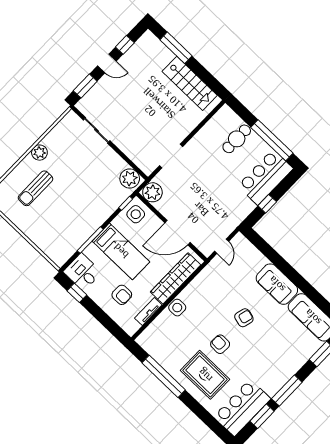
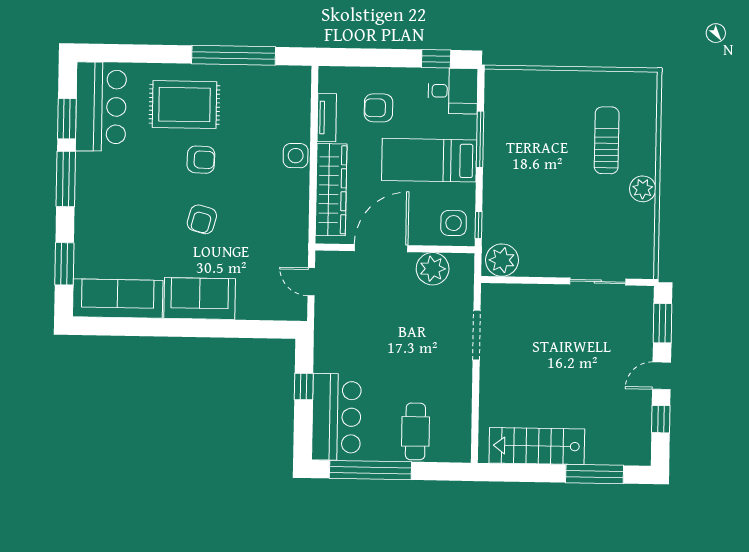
plant: (152, 192) -> (433, 269), moved

